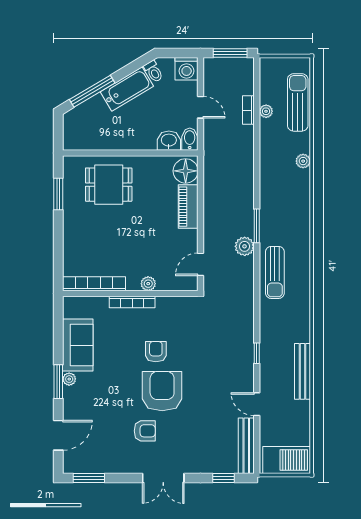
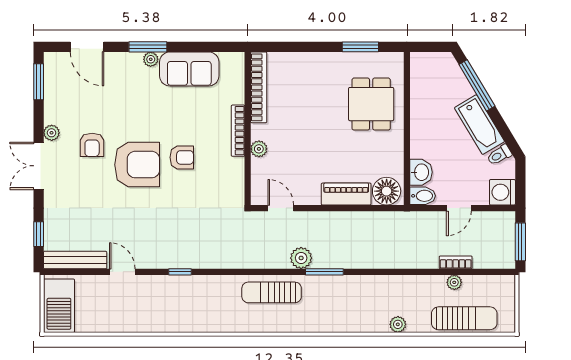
bench: (302, 371) -> (159, 324), removed
door: (257, 404) -> (122, 272), hinge flipped
plant: (134, 467) -> (52, 133), added

